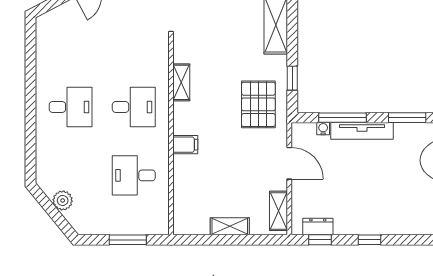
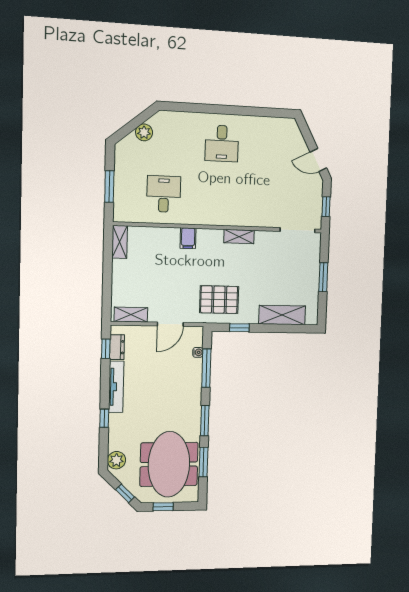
desk: (134, 107) -> (220, 196), removed
tv unit: (362, 131) -> (116, 387), moved, turned 180
shelving: (230, 226) -> (120, 242), moved
window: (370, 240) -> (104, 418), moved

